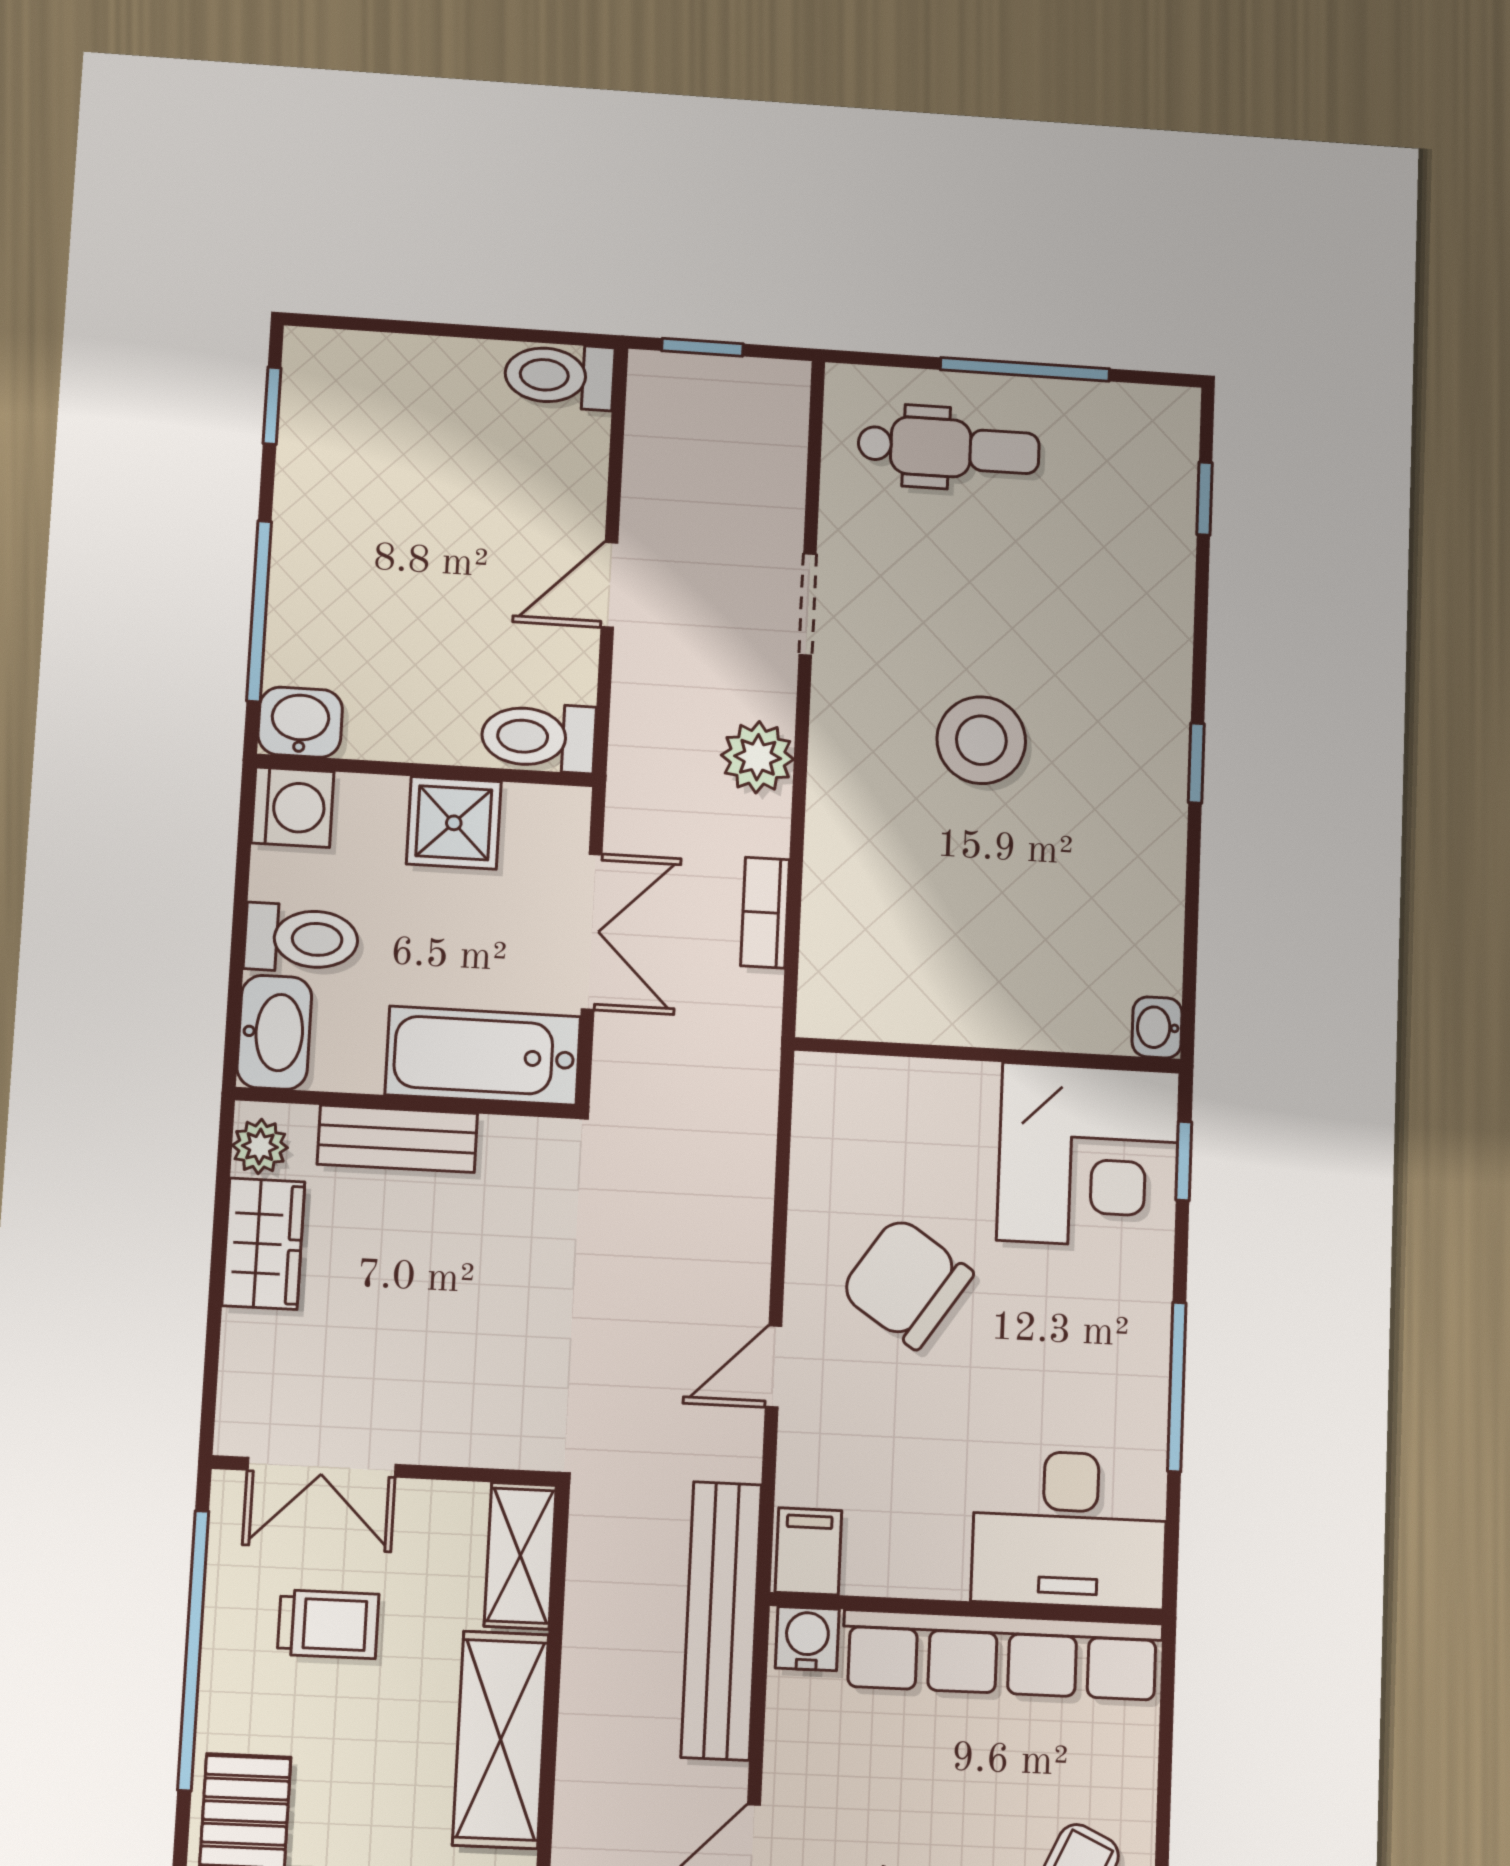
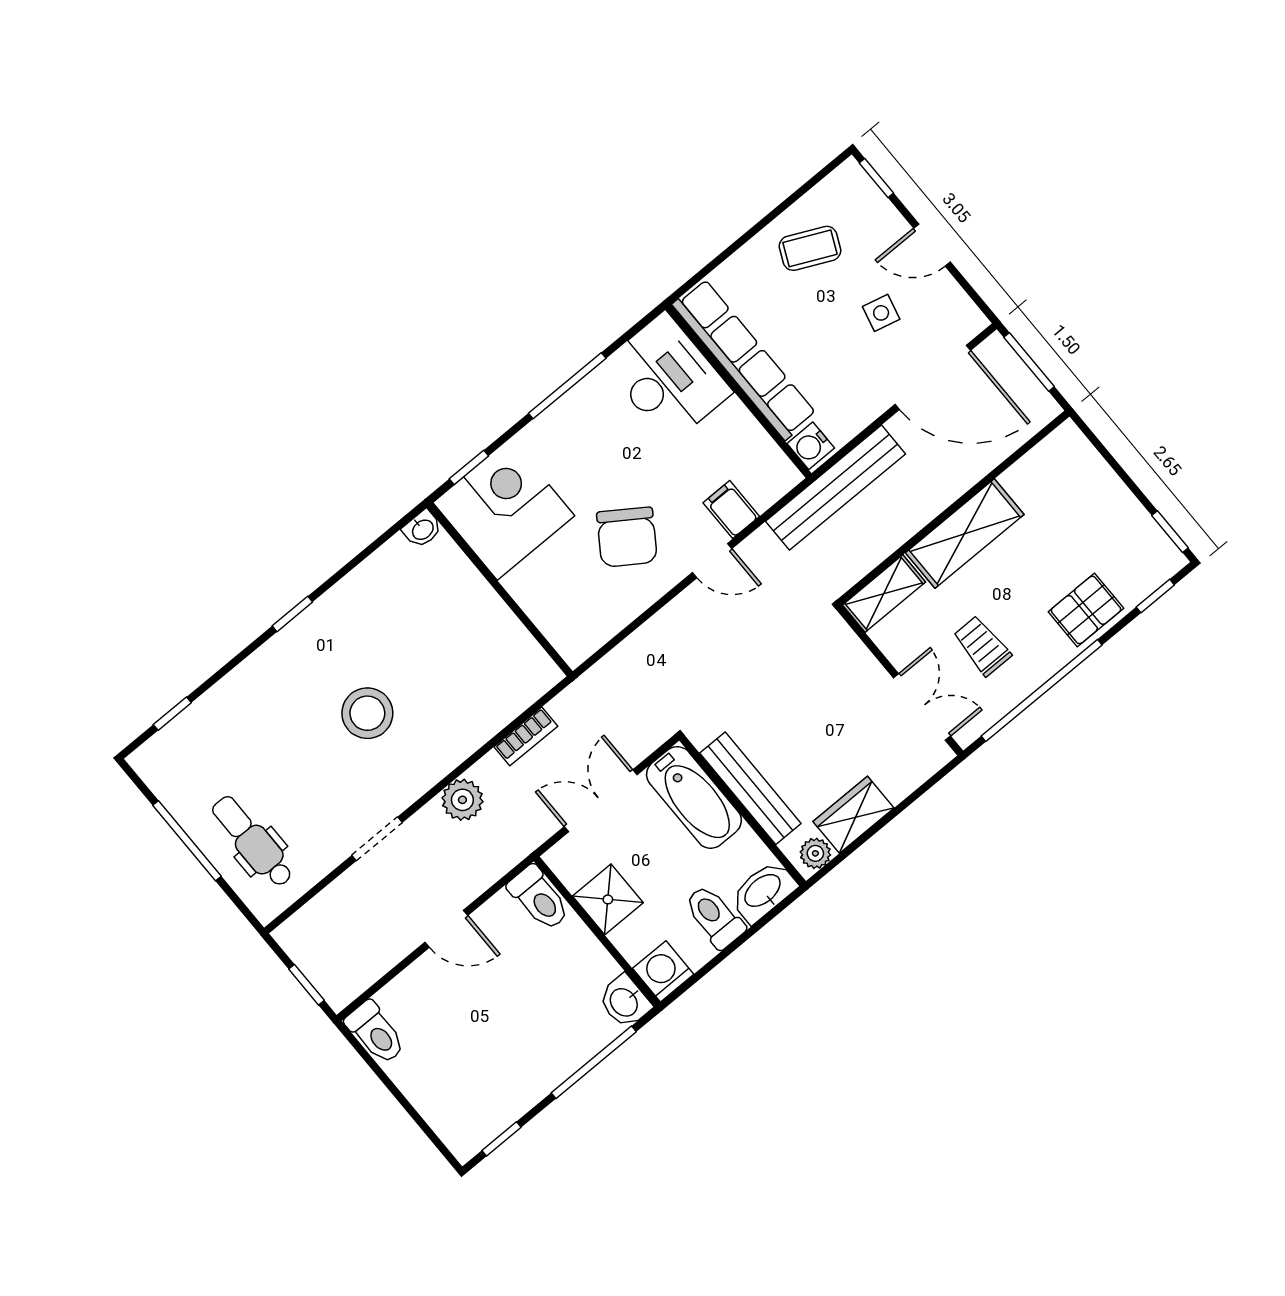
bench: (397, 1139) -> (750, 788), width x1.36
filing cabinet: (808, 1551) -> (731, 510), moved, turned 90

